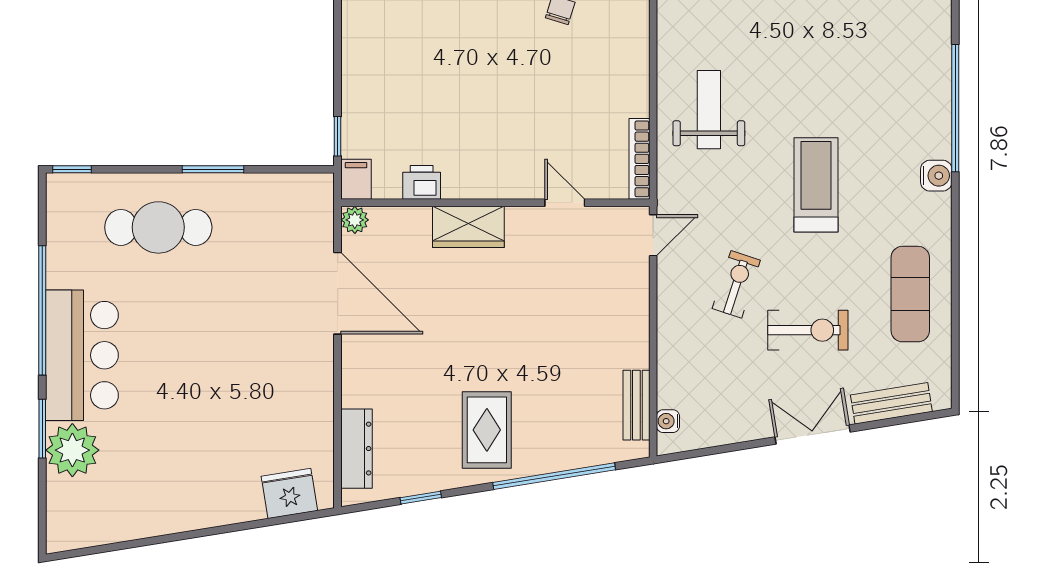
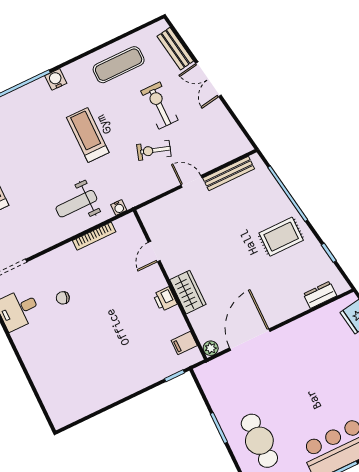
bookcase: (639, 159) -> (94, 236), moved
filing cabinet: (356, 179) -> (184, 343), moved
printer: (422, 182) -> (165, 299), moved
treadmill: (816, 185) -> (88, 135), turned 90
door: (653, 235) -> (192, 181), moved
bench: (636, 405) -> (229, 173), width x1.36
water cooler: (668, 421) -> (119, 207), moved
dresser: (356, 449) -> (320, 295), width x0.70

